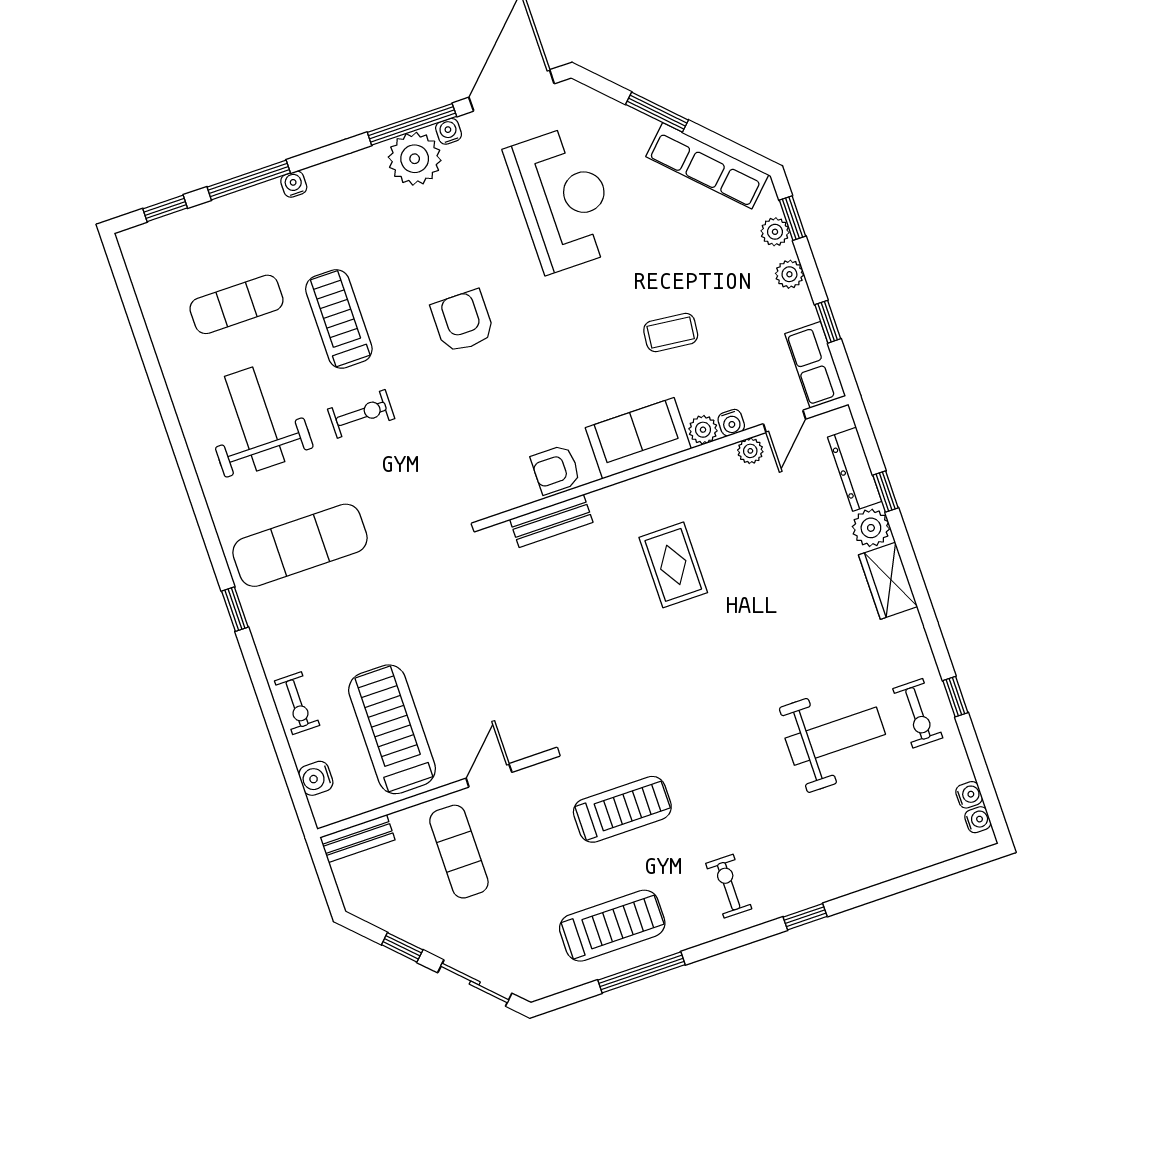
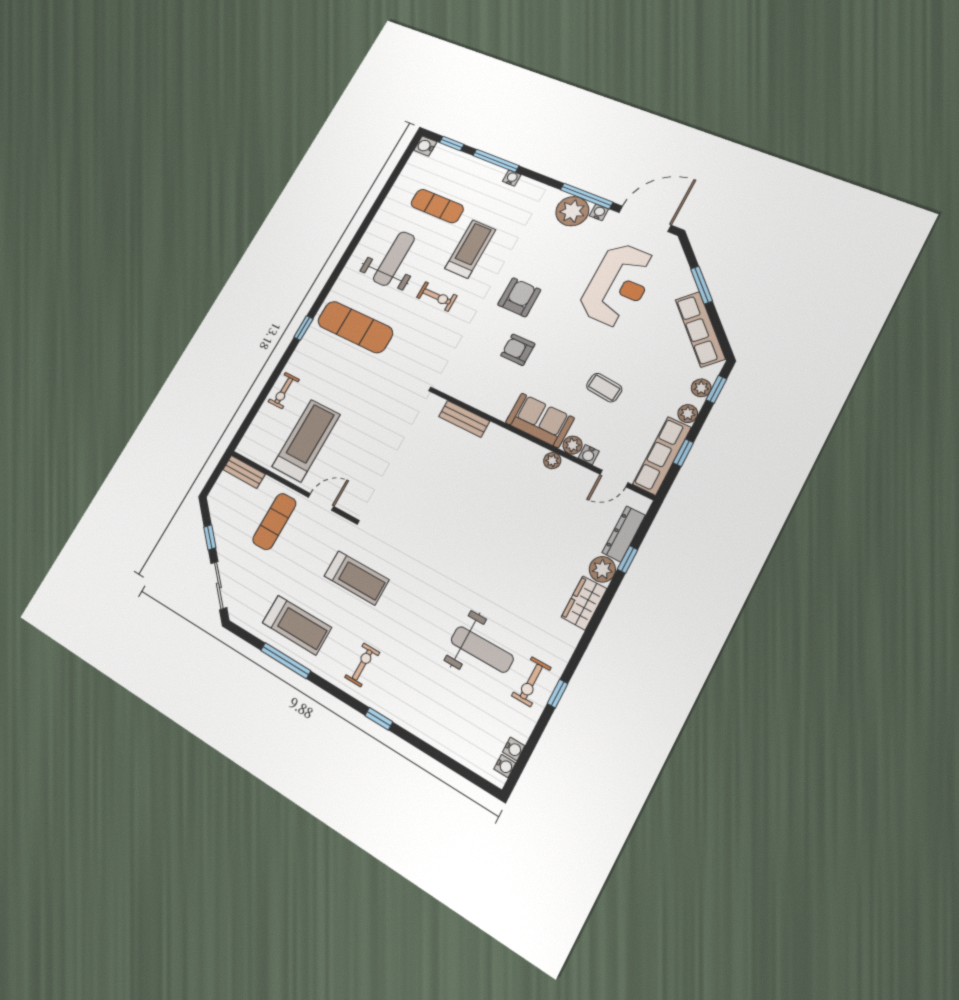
row of seats: (815, 365) -> (662, 456), width x1.48
plant: (750, 451) -> (552, 461), moved
armchair: (556, 470) -> (518, 350), moved
rug: (673, 565) -> (495, 492), removed
water cooler: (316, 778) -> (425, 146), moved

